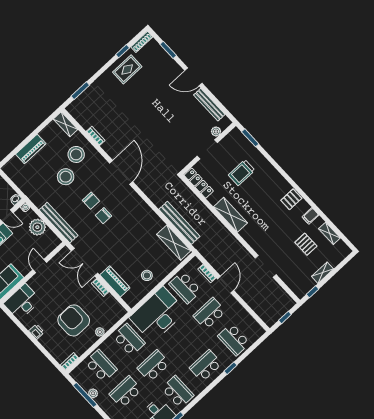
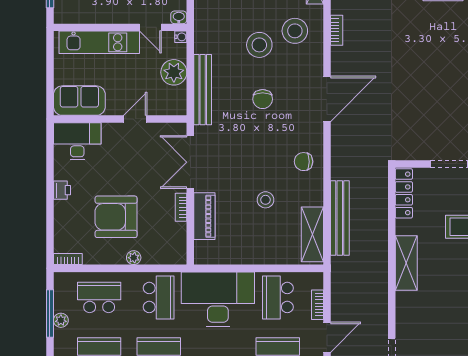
chair: (103, 216) -> (304, 162), moved
stool: (147, 275) -> (266, 200), moved
armchair: (74, 320) -> (116, 217), turned -90
school desk: (101, 366) -> (99, 297), turned -90

